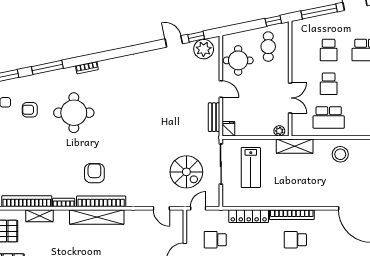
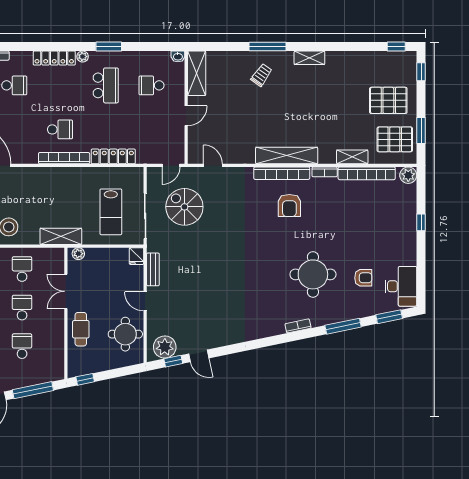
cafe table: (268, 47) -> (81, 329), moved
school desk: (329, 117) -> (22, 269), width x0.54
lab bench: (251, 168) -> (111, 212), turned 180
school desk: (215, 240) -> (151, 129), removed

